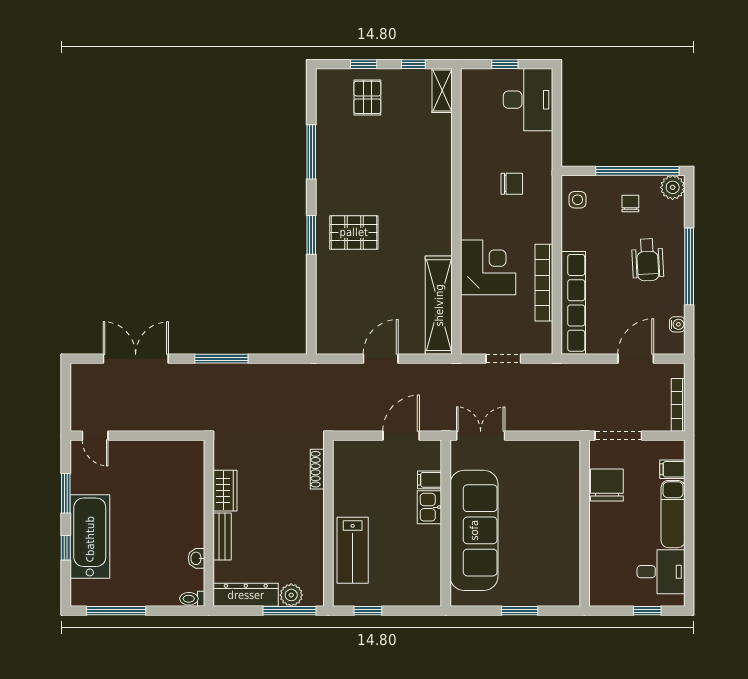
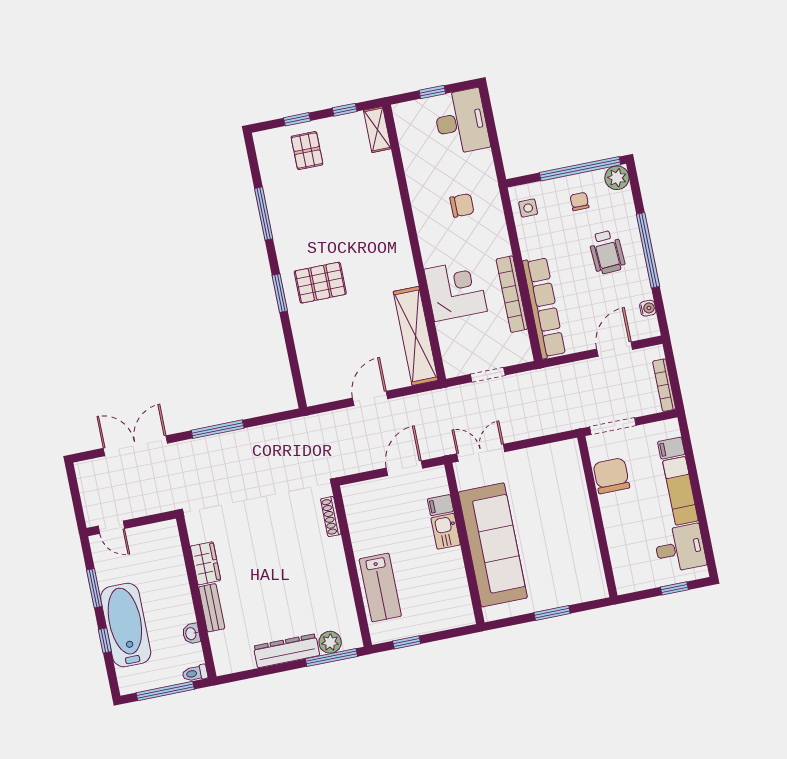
wardrobe: (225, 491) -> (205, 563), moved
wall: (209, 523) -> (196, 597), moved
bench: (222, 537) -> (212, 608), moved
washbasin: (196, 558) -> (191, 634), moved
toilet: (192, 599) -> (195, 673), moved

